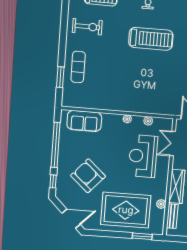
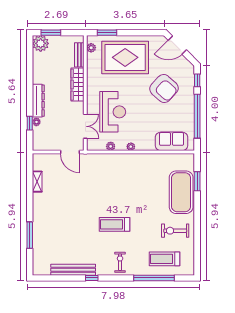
treadmill: (151, 39) -> (115, 224), width x0.73, depth x0.73
exercise mat: (78, 67) -> (181, 192), width x2.00, depth x1.45
plant: (161, 204) -> (91, 48), moved

